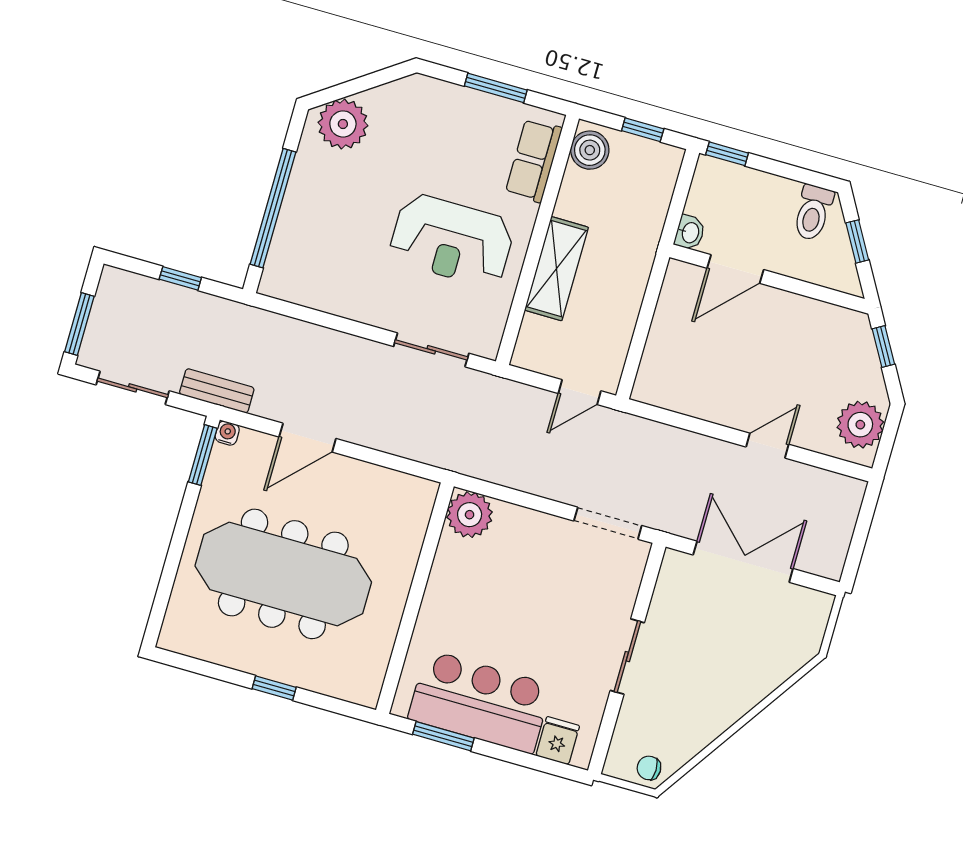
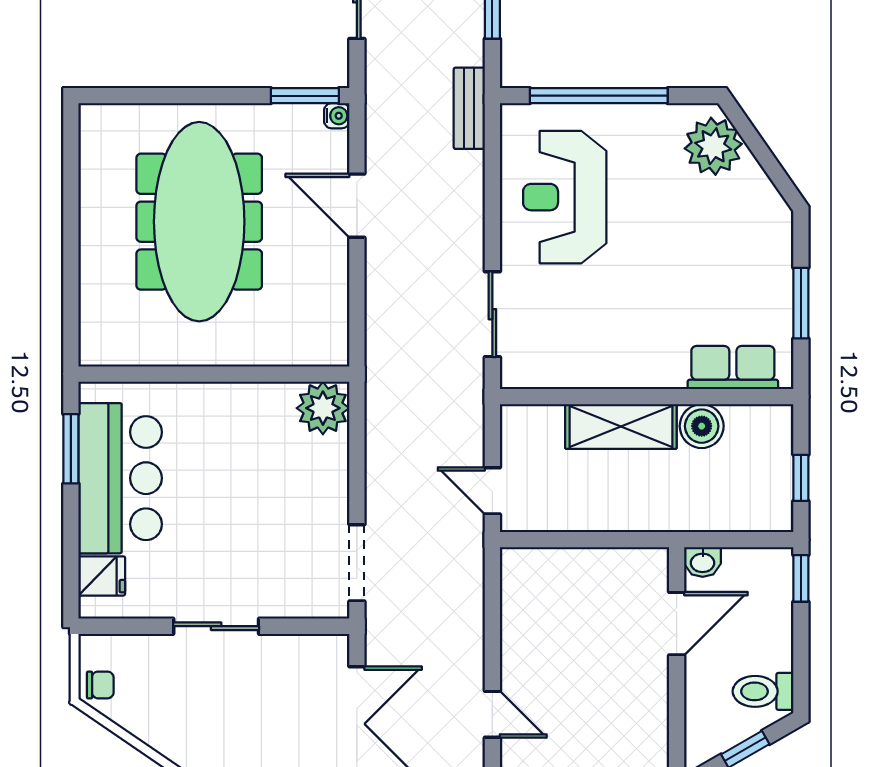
boiler: (590, 150) -> (702, 426), moved
reception desk: (452, 240) -> (565, 197), moved
door: (735, 269) -> (677, 624), swing flipped
bench: (217, 391) -> (469, 108), moved
window: (274, 688) -> (71, 247), removed
chair: (649, 768) -> (100, 685), turned 90

